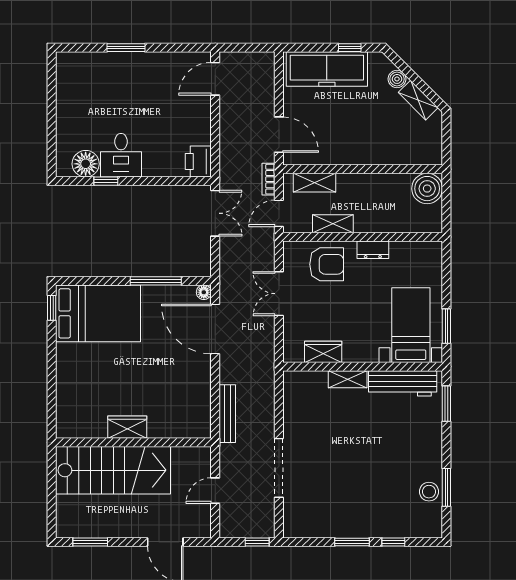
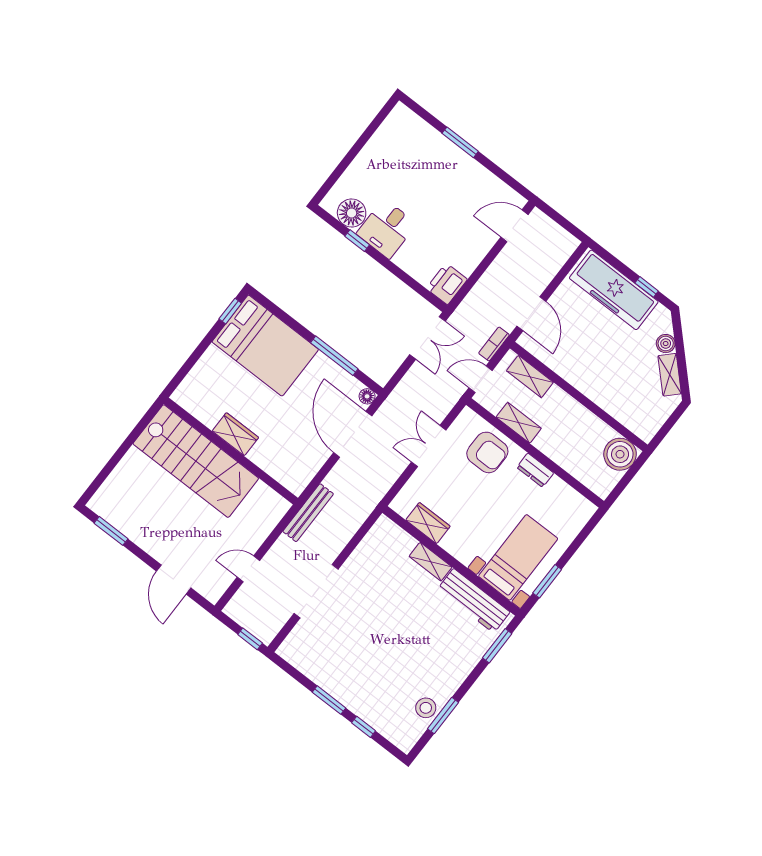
wardrobe: (127, 427) -> (235, 434), moved
wall: (133, 442) -> (231, 451), moved
stairs: (113, 470) -> (196, 461), moved

